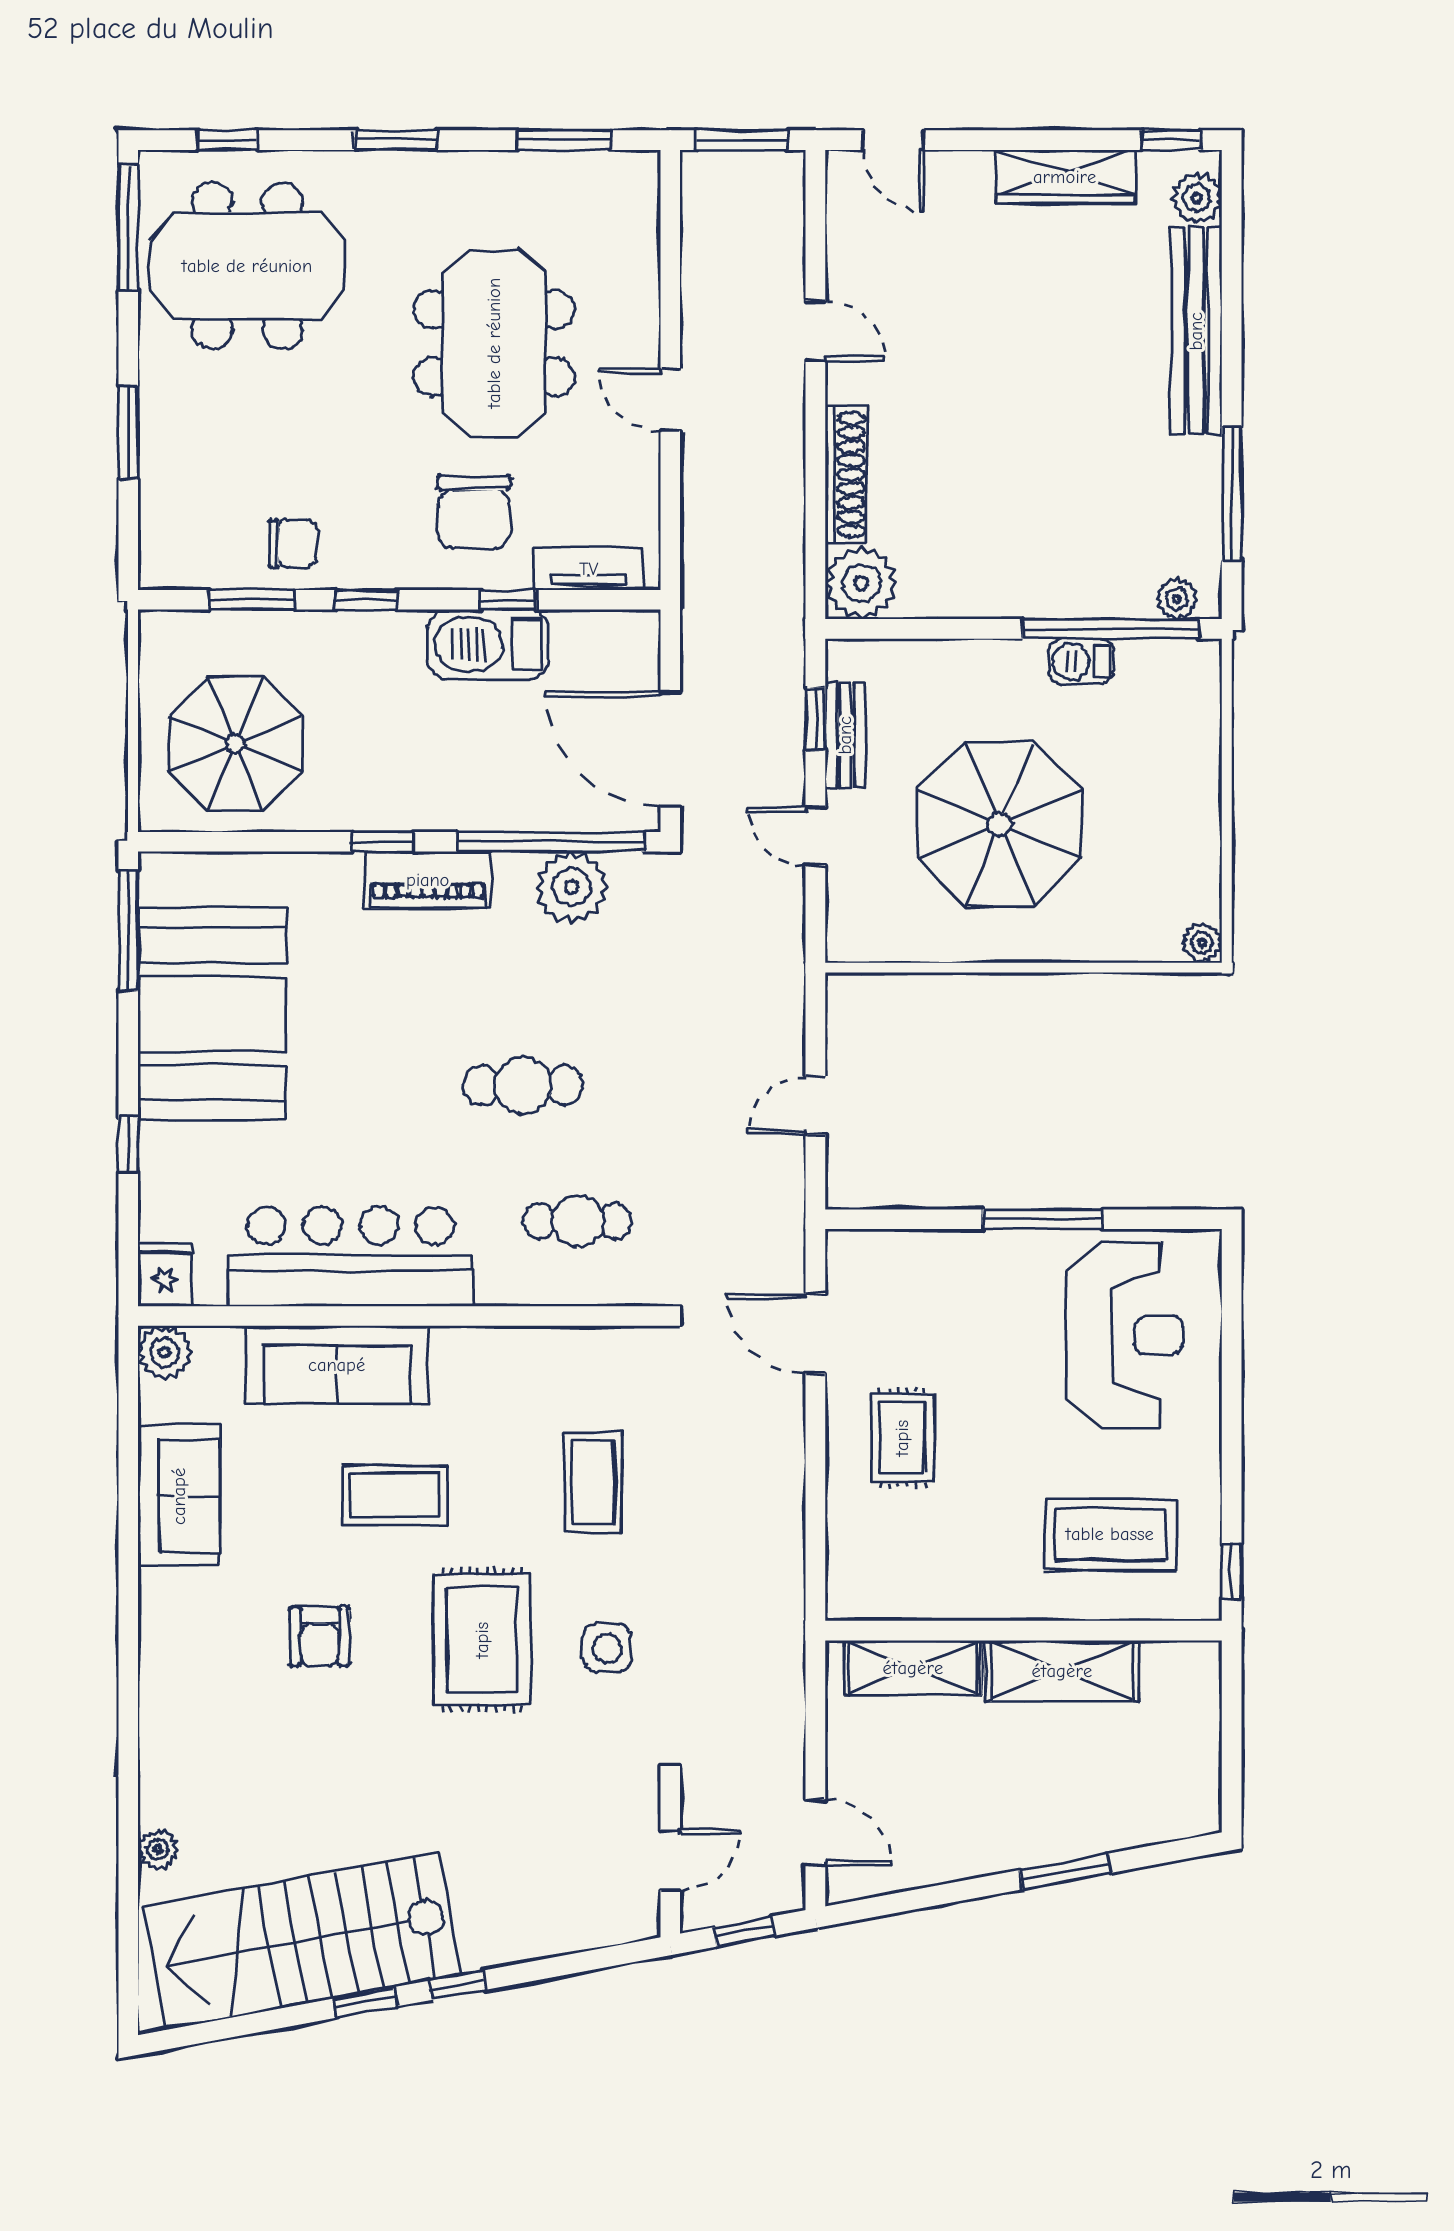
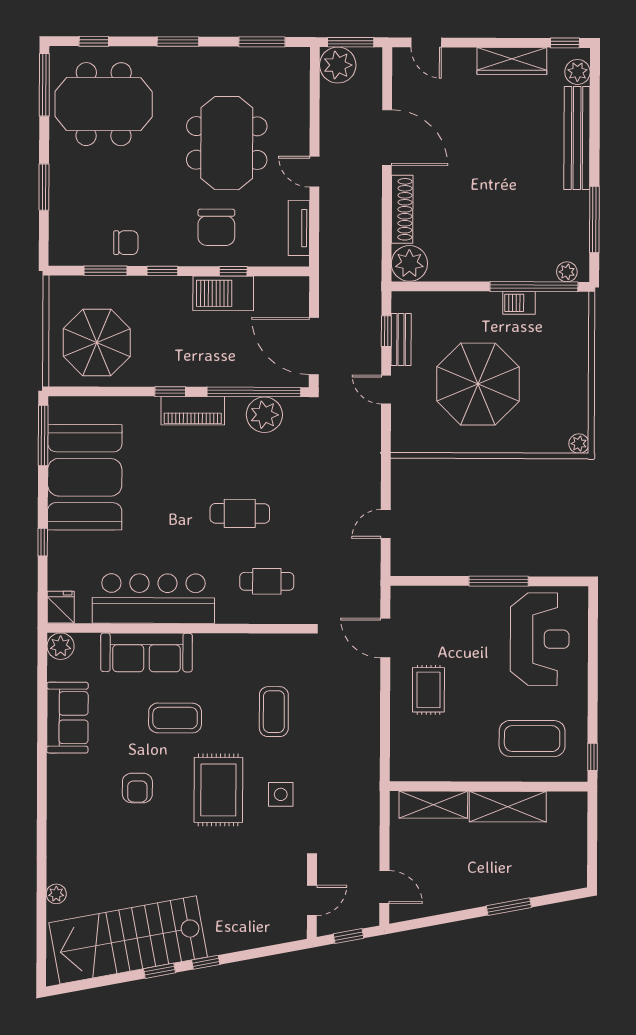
plant: (716, 186) -> (338, 65), added
door: (815, 331) -> (387, 137), width x1.87
tv unit: (589, 569) -> (299, 228), moved, turned -90

